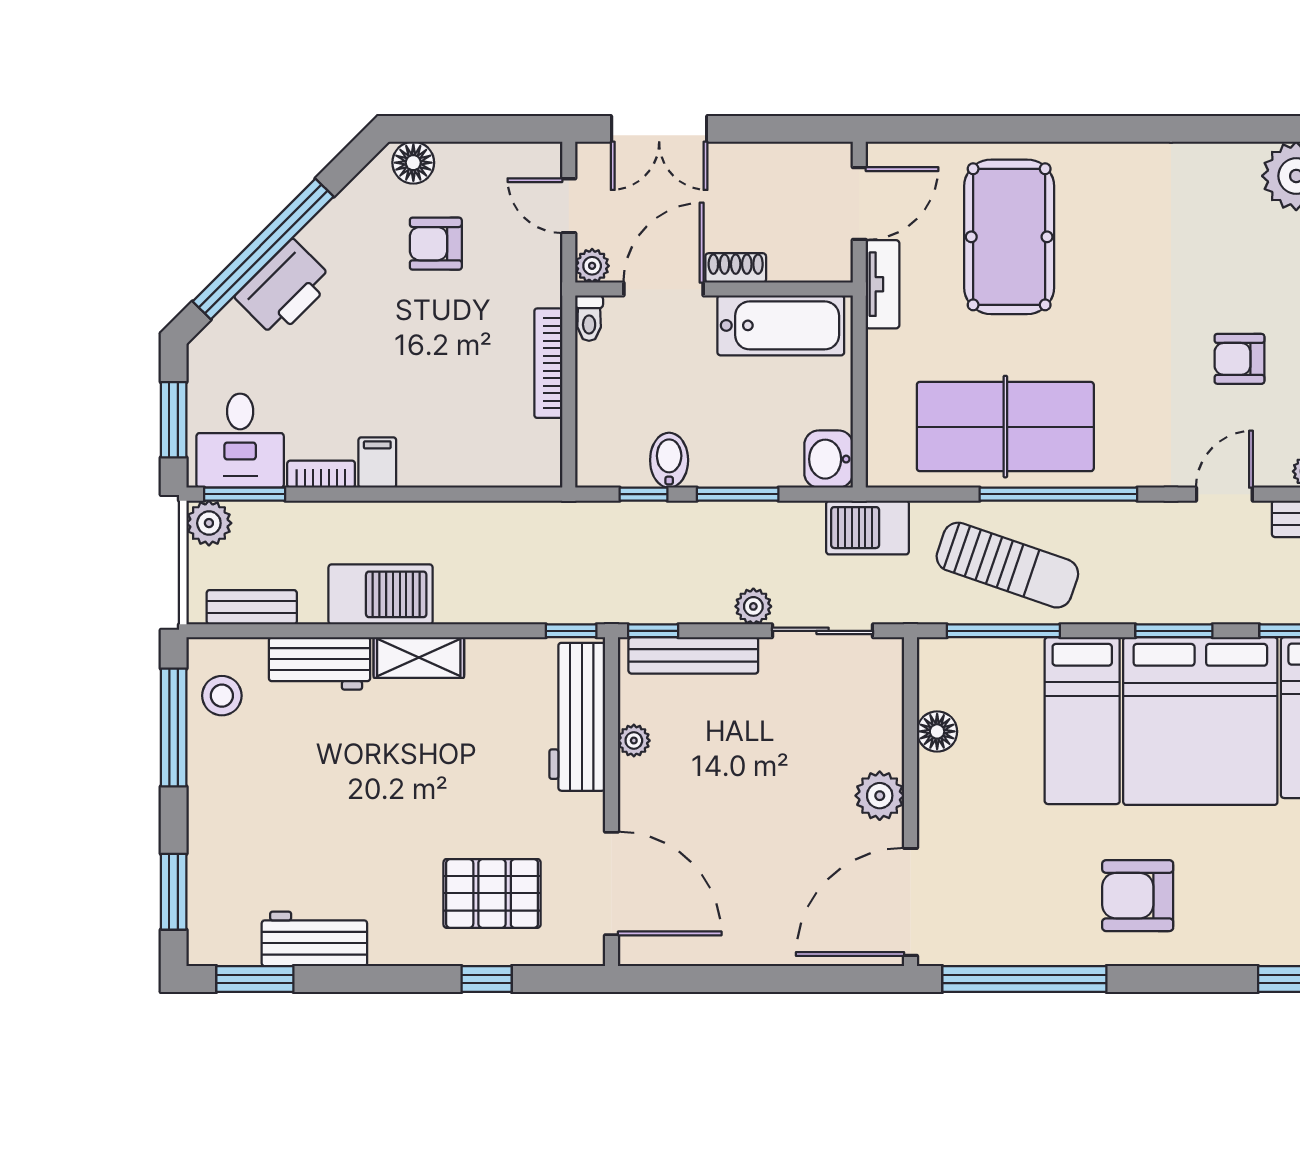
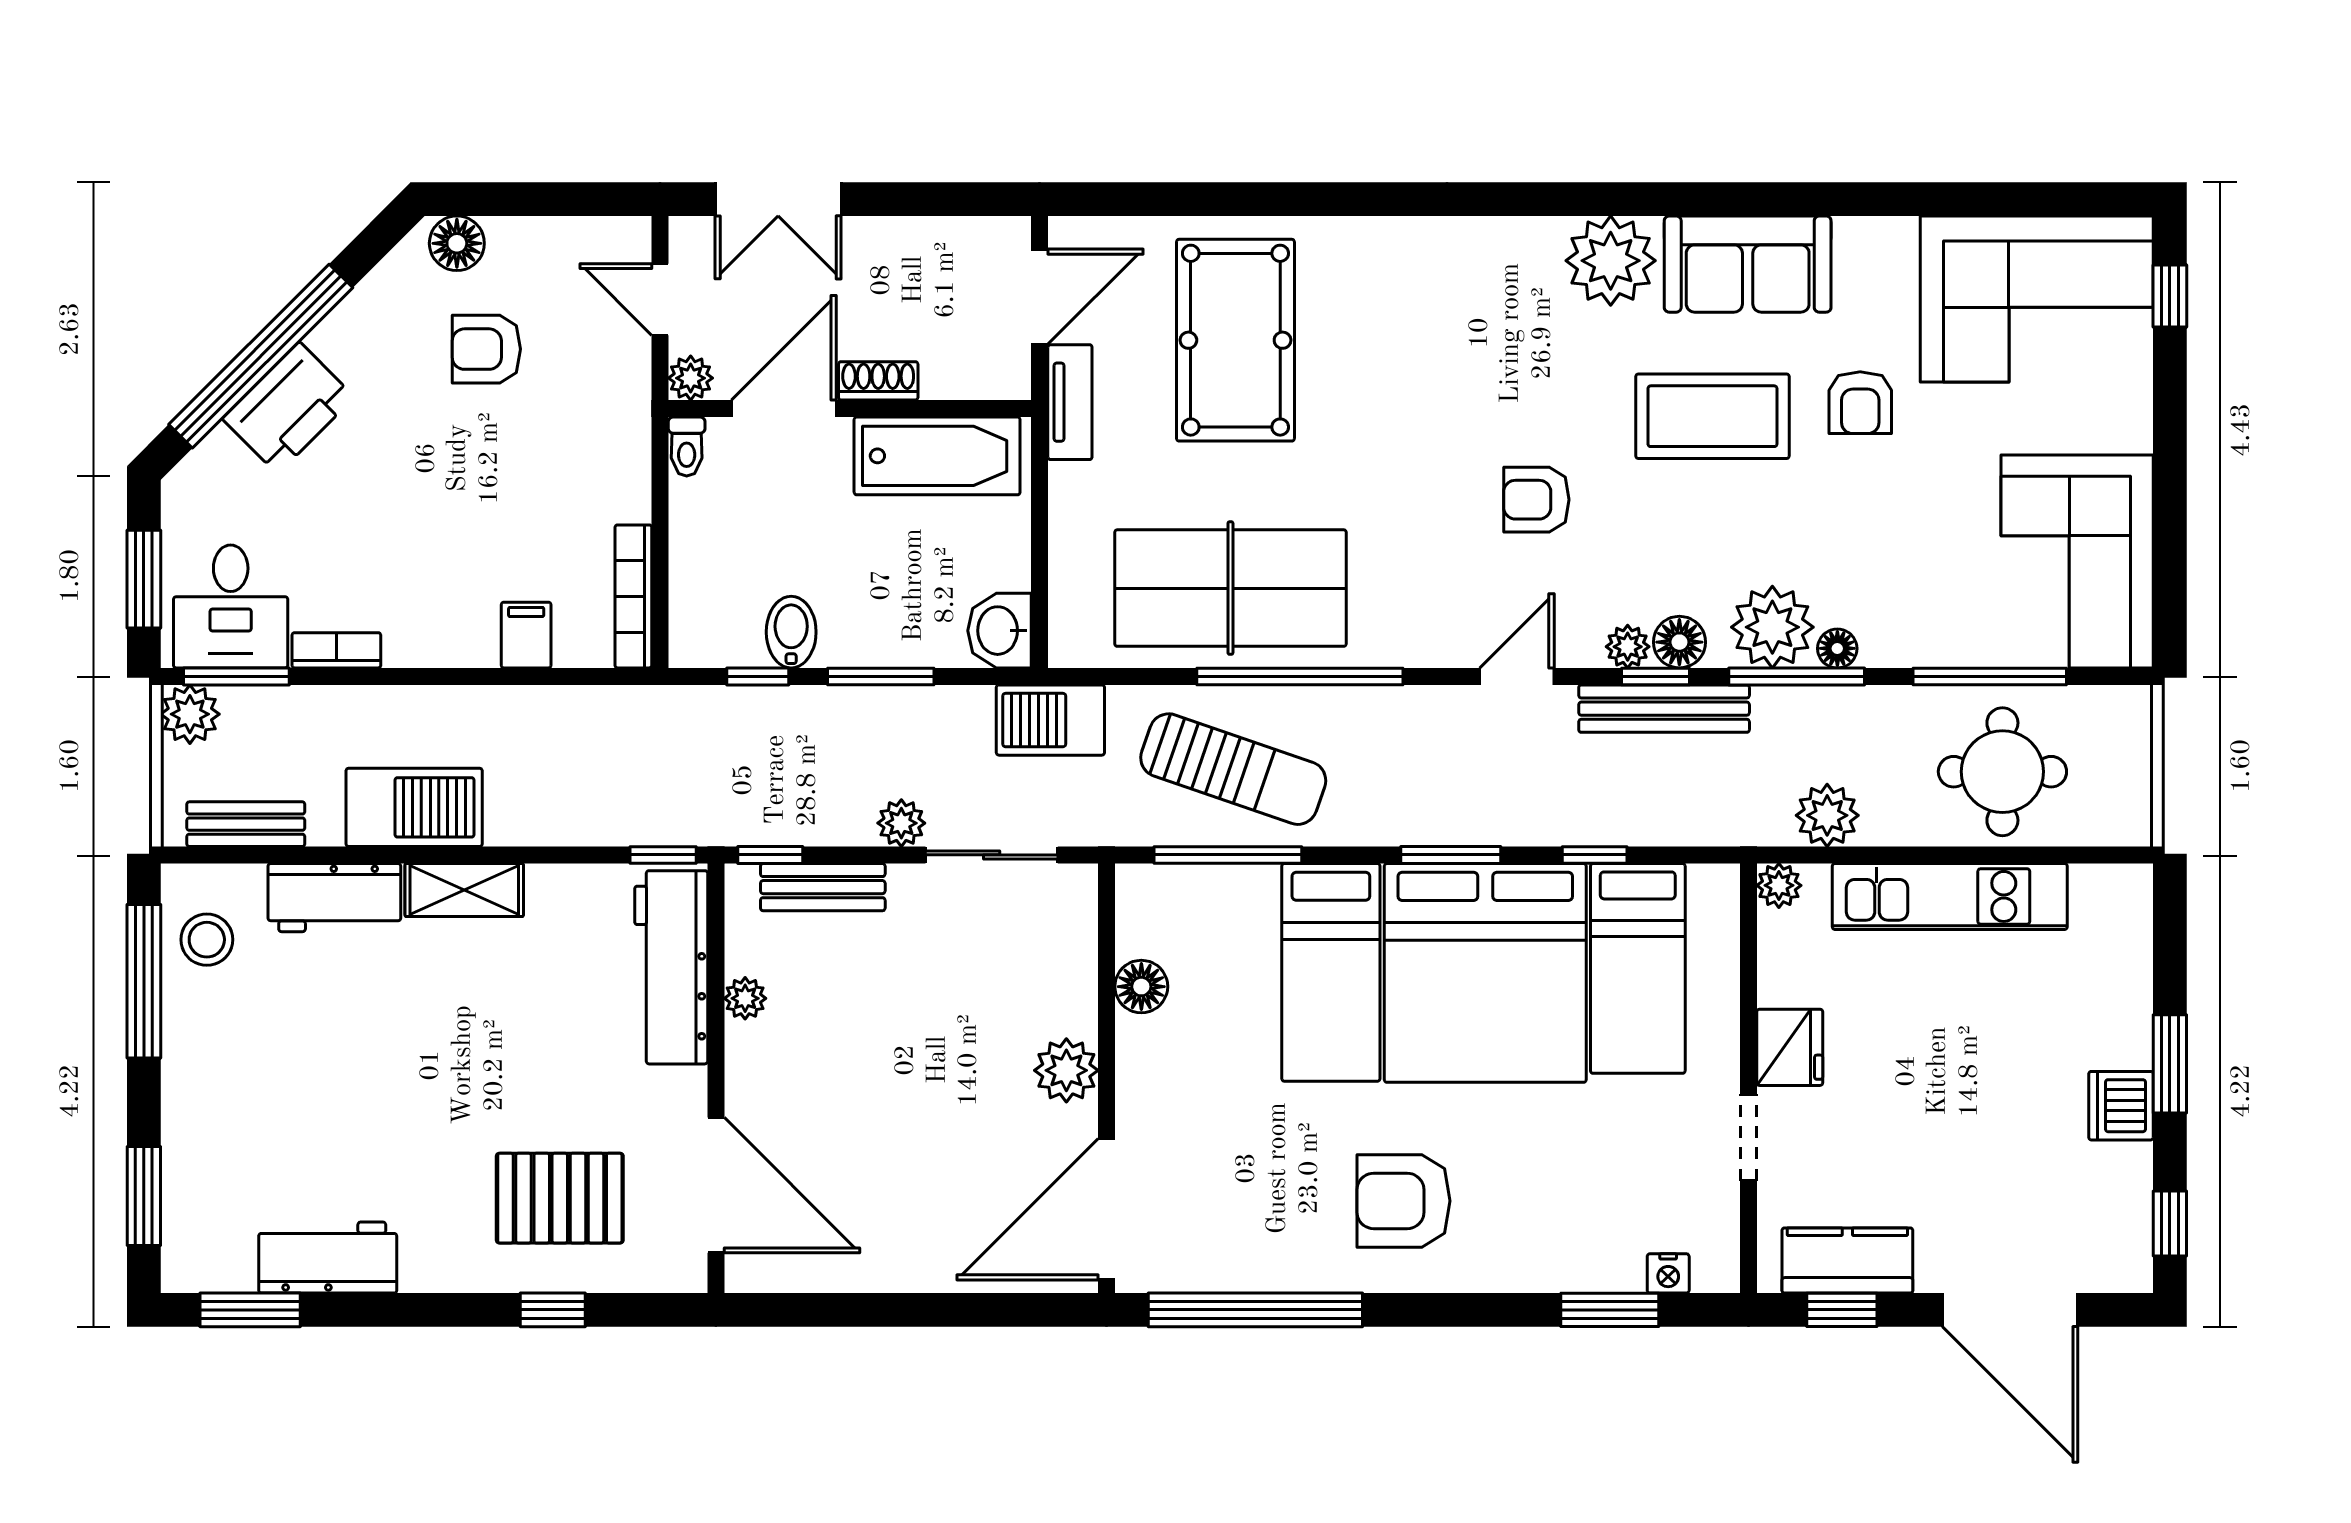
bookcase: (548, 363) -> (633, 596), moved
filing cabinet: (377, 462) -> (526, 635), moved
bench: (693, 655) -> (823, 887), width x0.73

